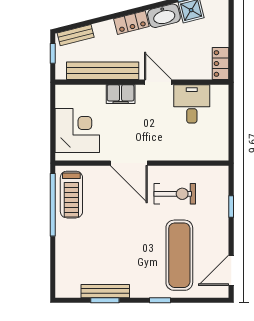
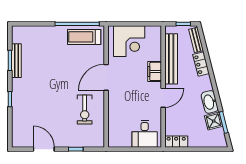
locker: (131, 23) -> (201, 64), moved
desk: (192, 104) -> (145, 134), moved, turned 90
exercise mat: (179, 255) -> (42, 113), removed
door: (231, 270) -> (44, 149), moved

